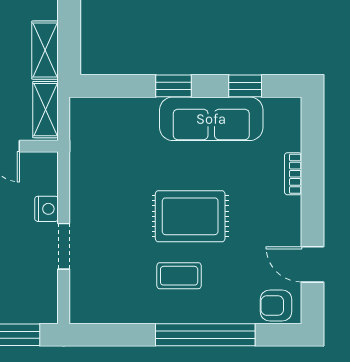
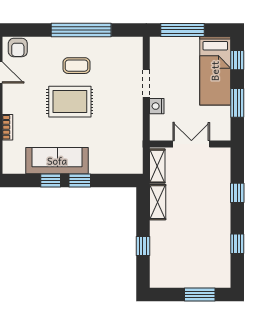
window: (245, 86) -> (51, 180), moved
armchair: (276, 306) -> (18, 48), turned 90
window: (205, 335) -> (81, 30), moved

